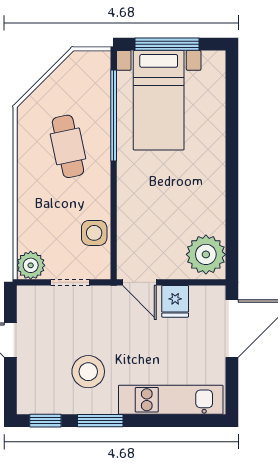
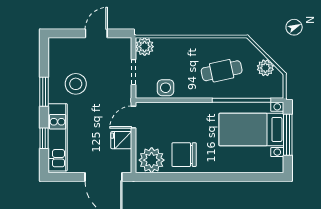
plant: (63, 79) -> (265, 68), added
chair: (197, 204) -> (184, 155), added
window: (45, 421) -> (44, 138), moved

